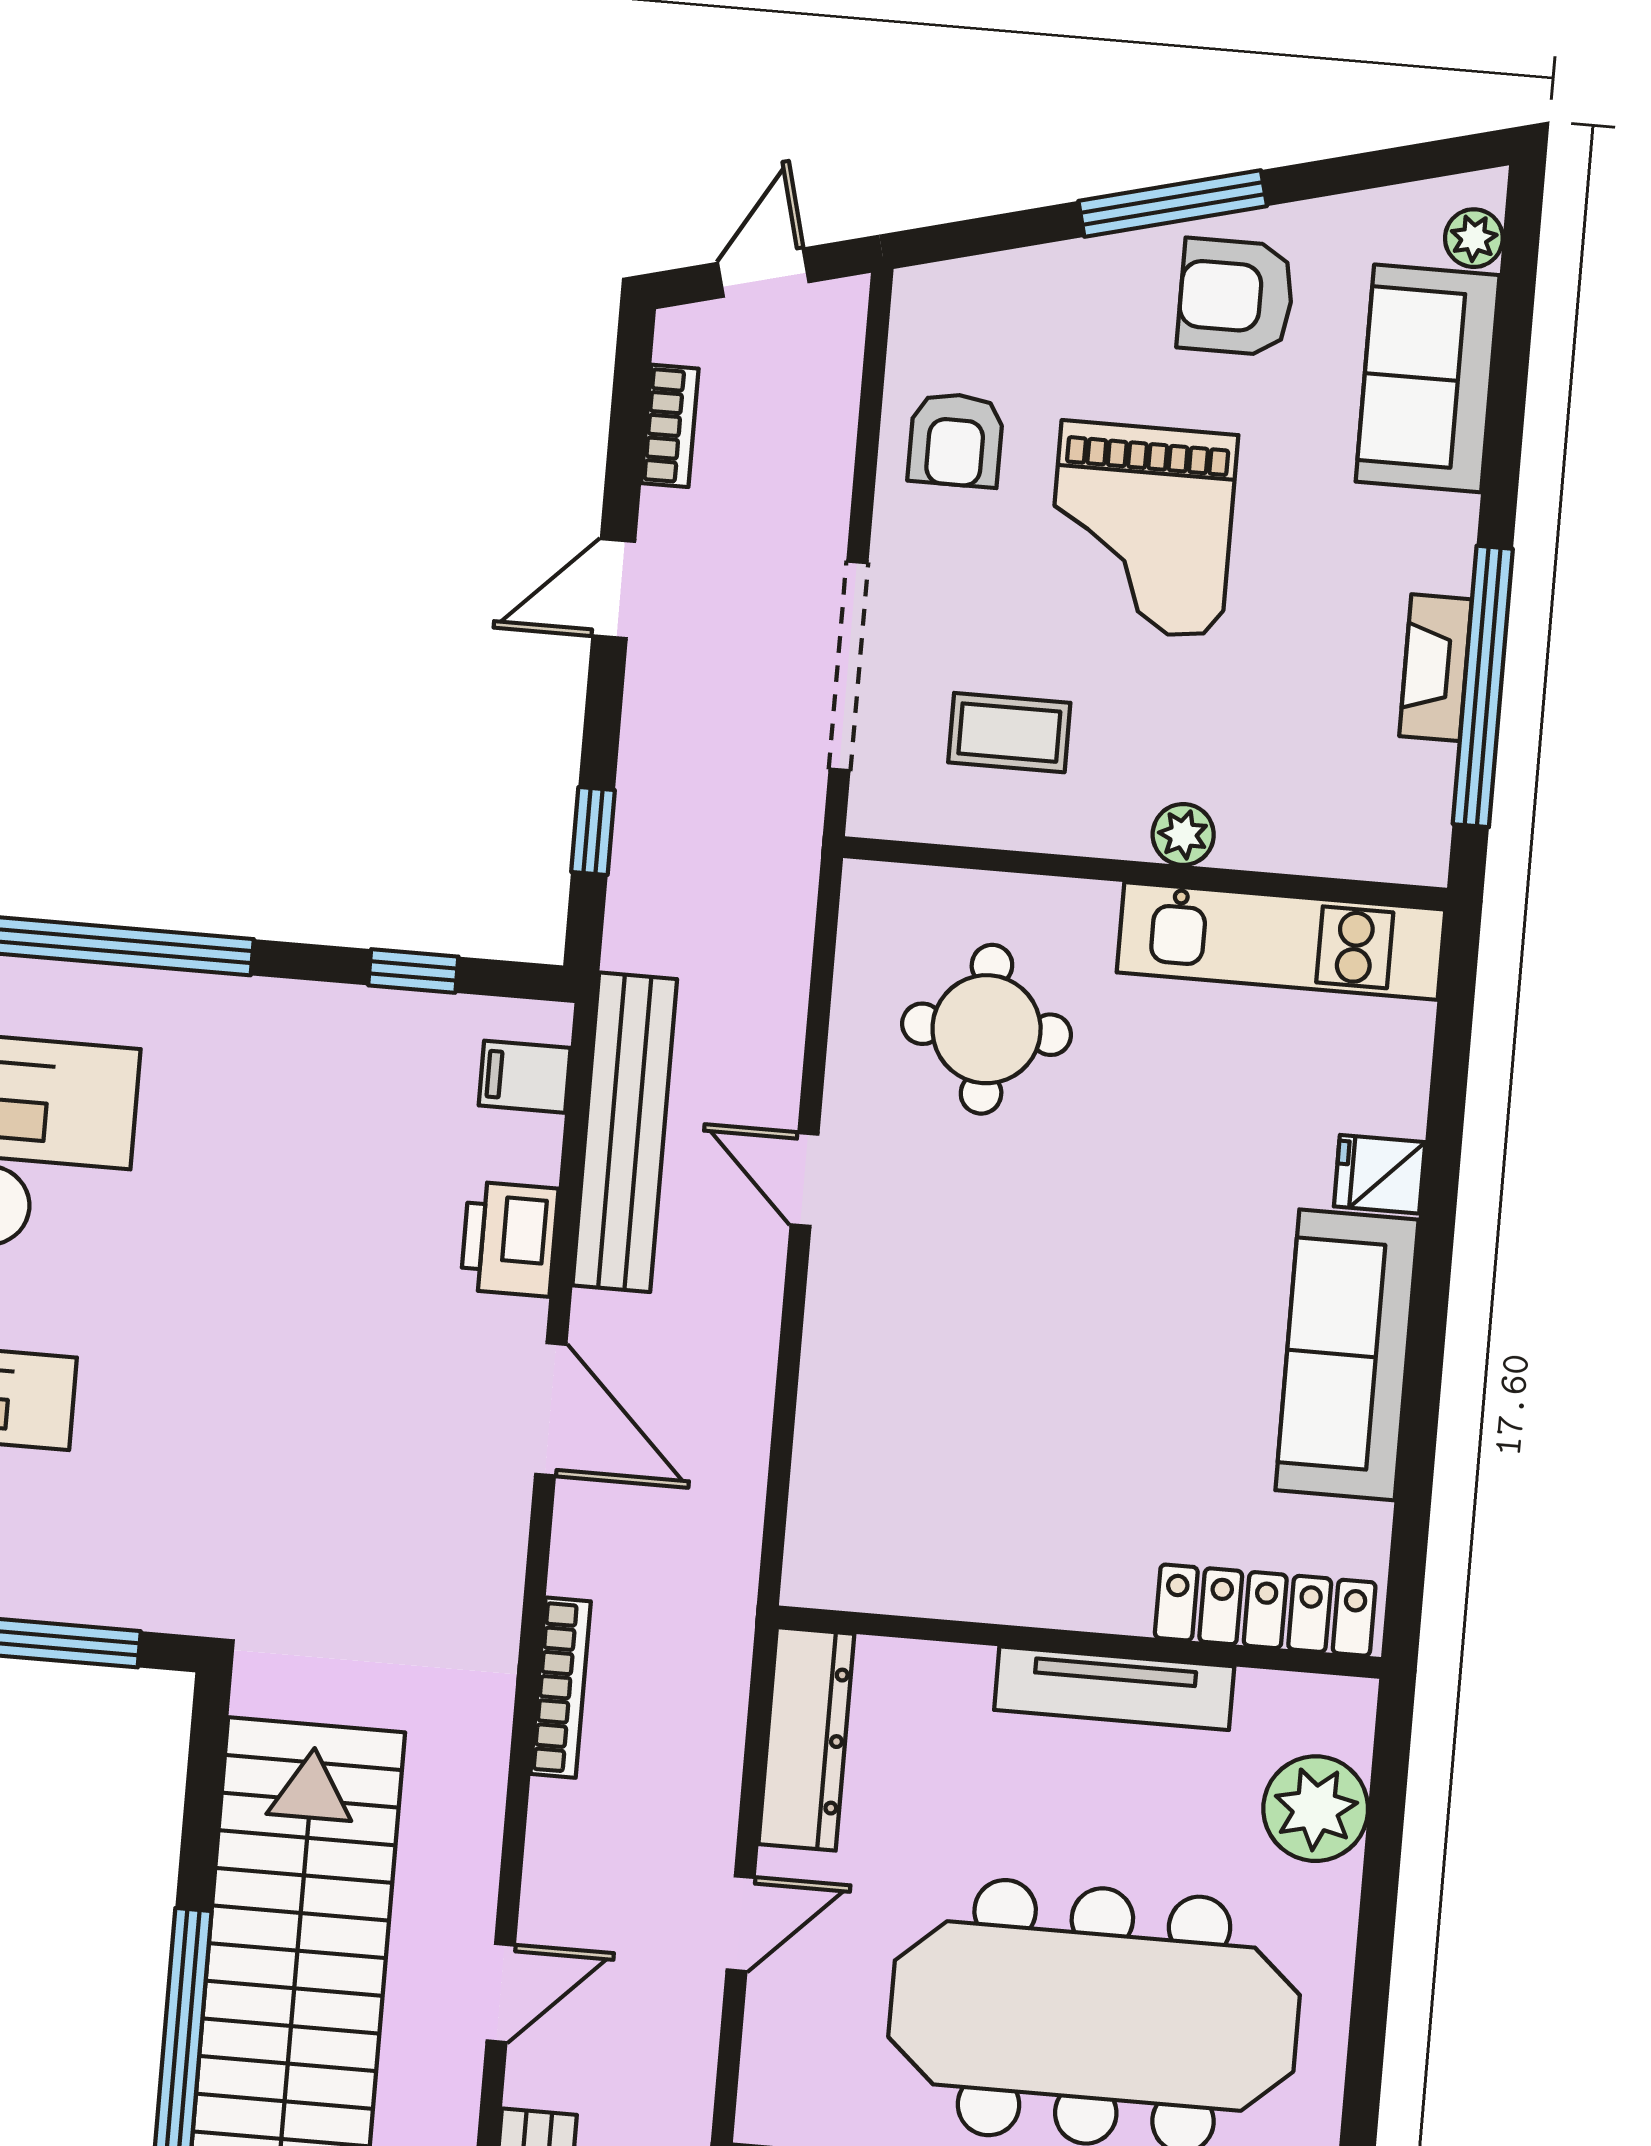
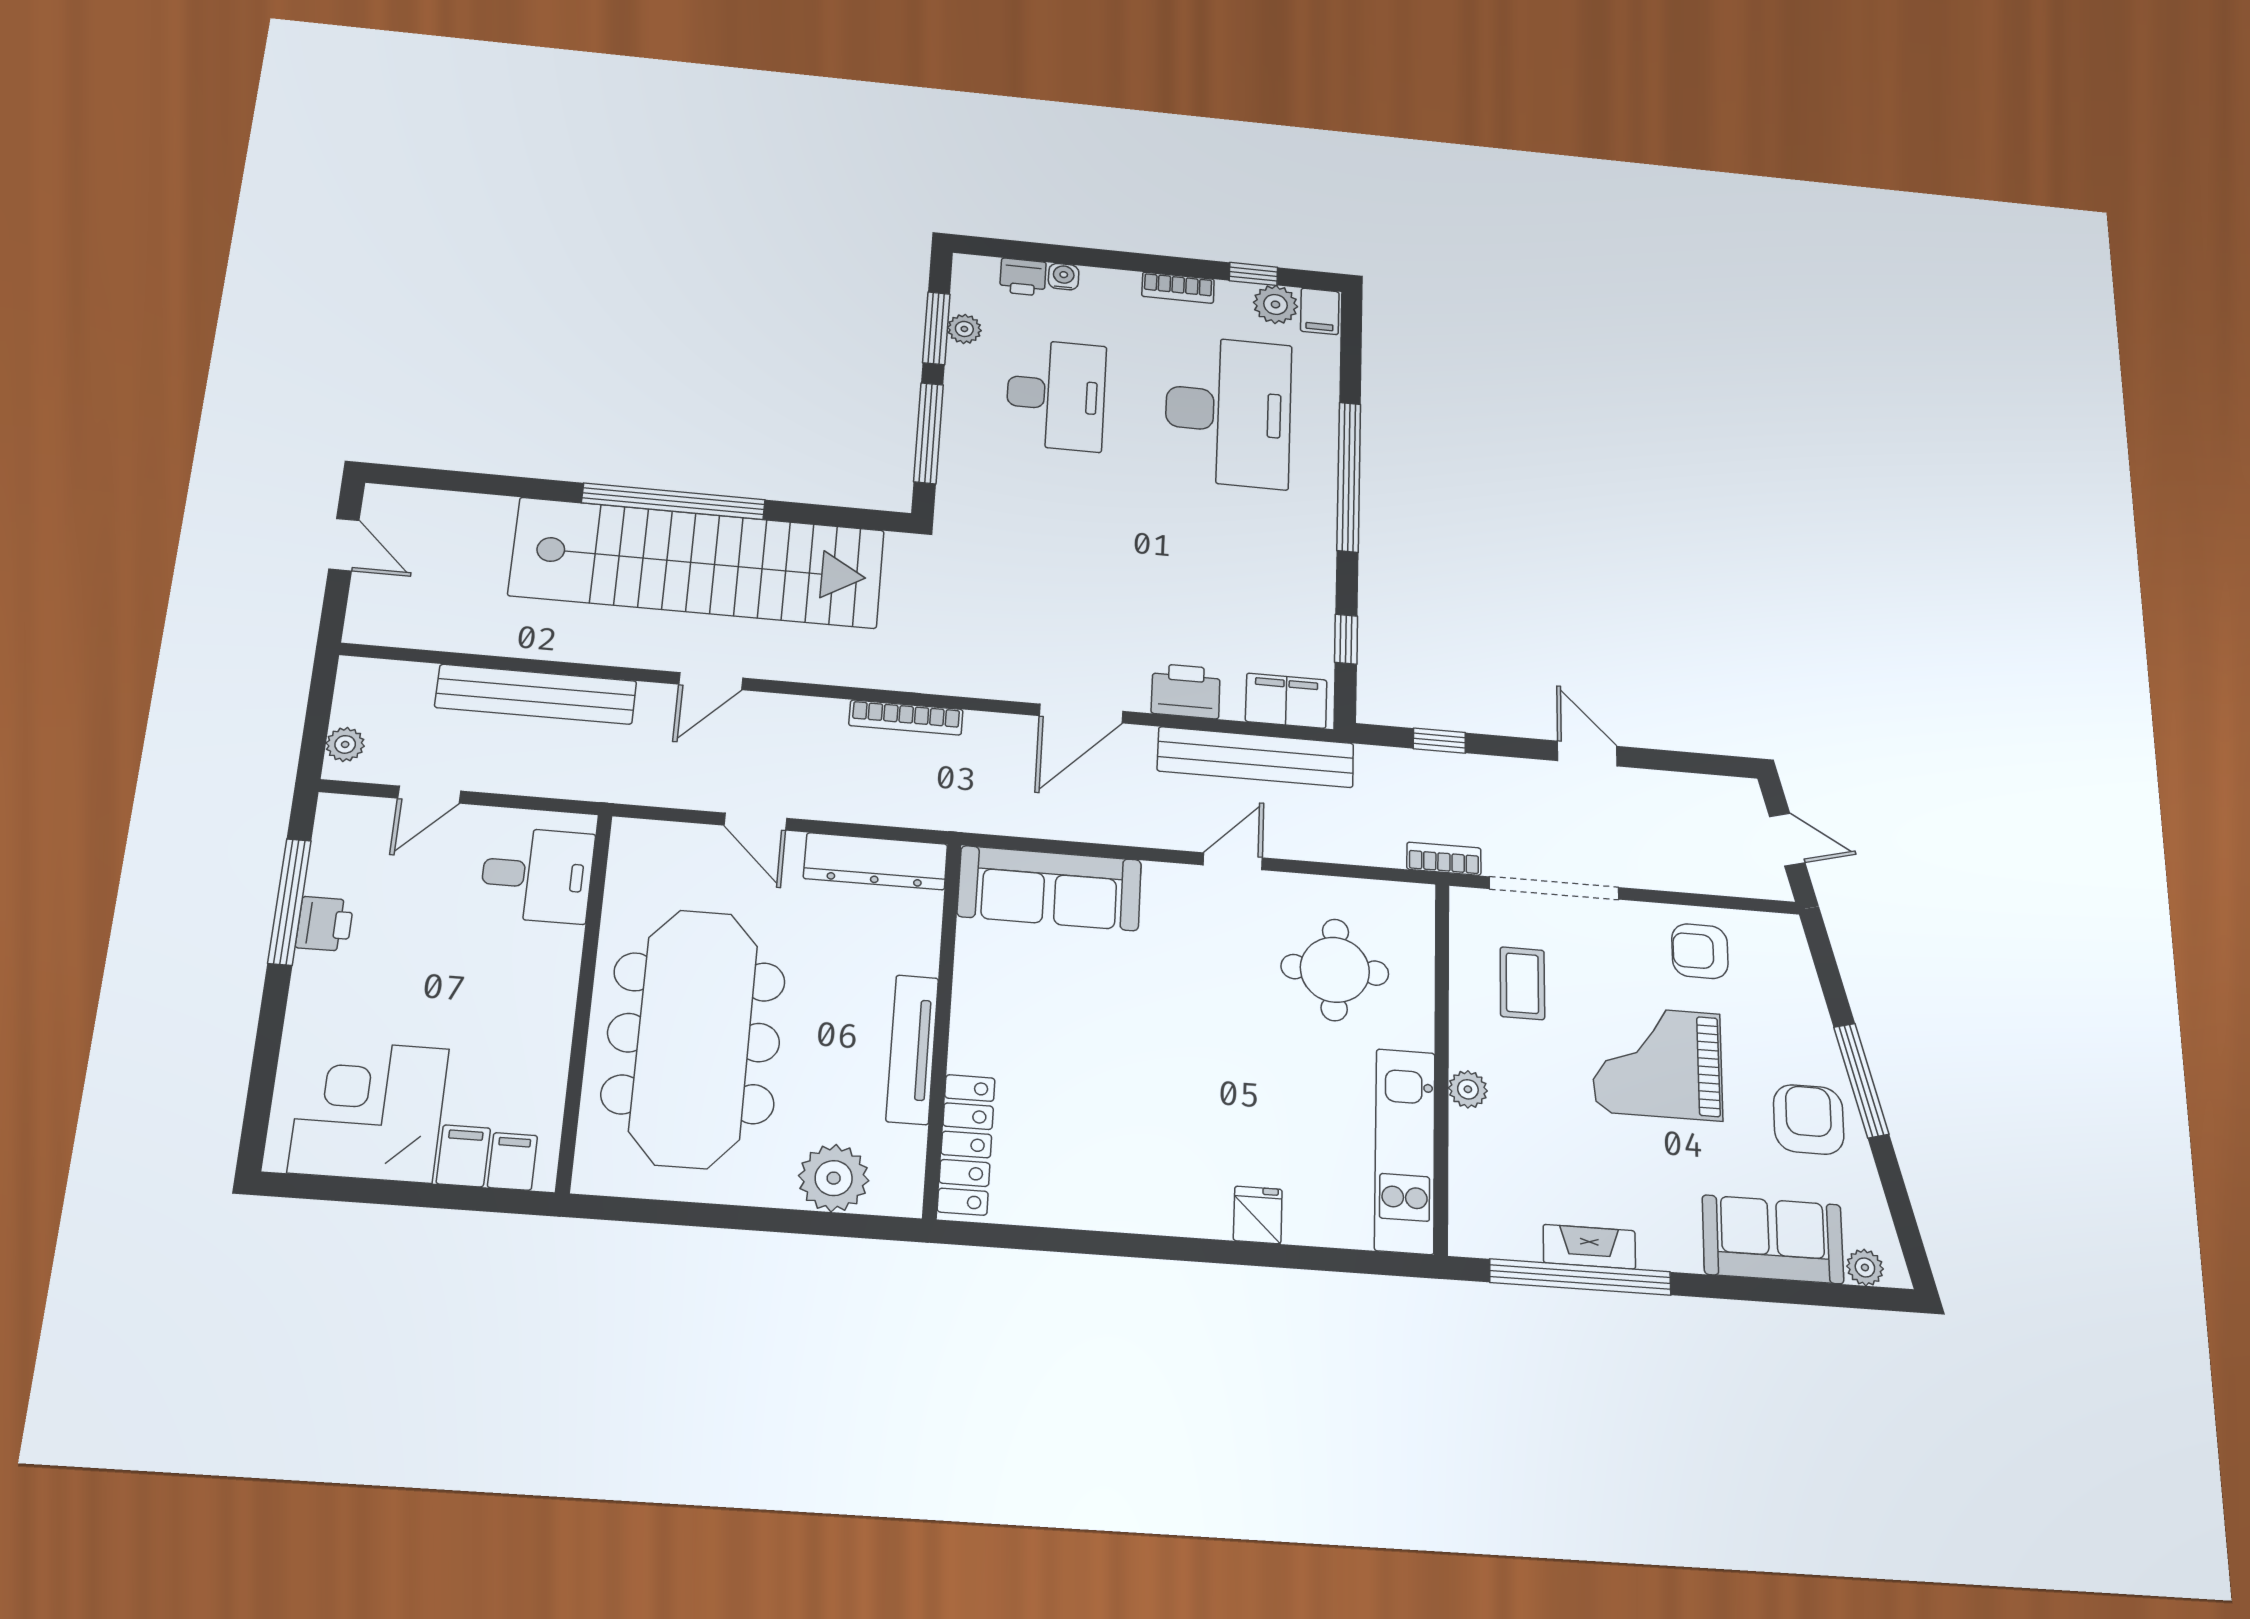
bookcase: (670, 426) -> (1444, 859), moved, turned 180
filing cabinet: (525, 1077) -> (1286, 701), width x2.00
sofa: (1347, 1355) -> (1050, 888), moved, turned 180
door: (501, 1993) -> (711, 681), hinge flipped

